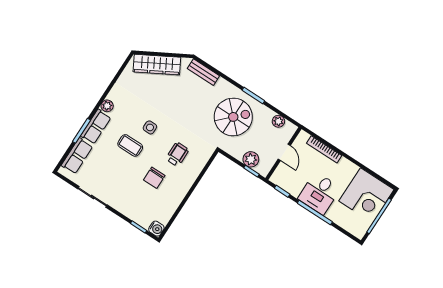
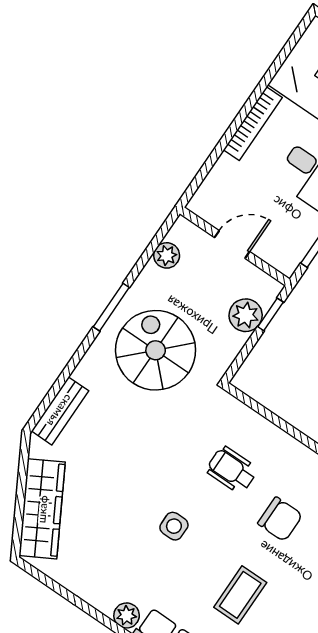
coffee table: (130, 145) -> (240, 595), moved
bookcase: (324, 149) -> (253, 124), moved

